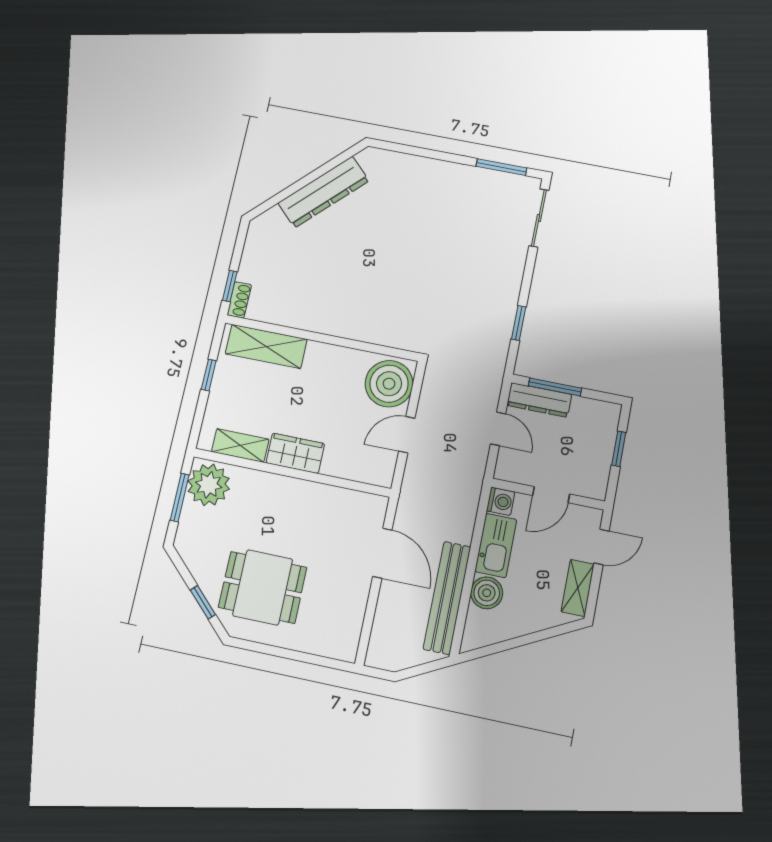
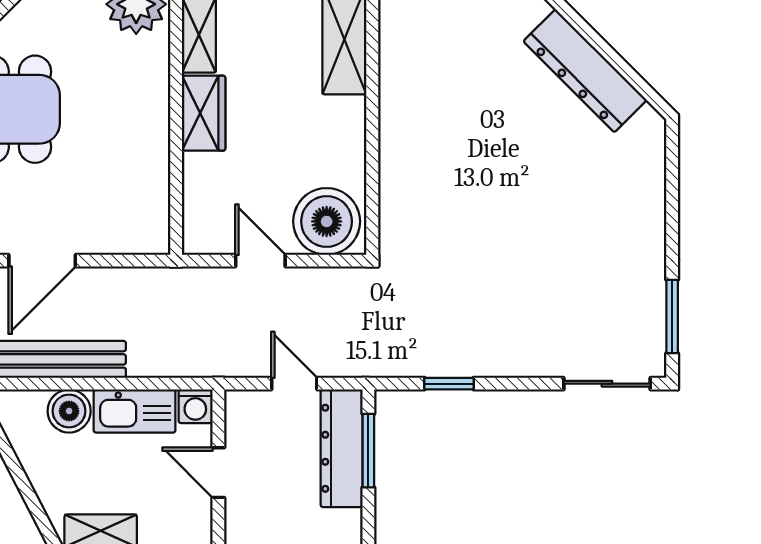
dresser: (539, 400) -> (342, 448), width x1.37, depth x1.24
door: (498, 429) -> (294, 384), swing flipped
door: (382, 553) -> (42, 261), moved

